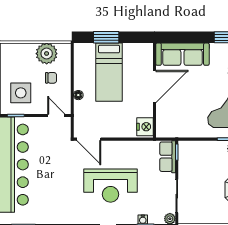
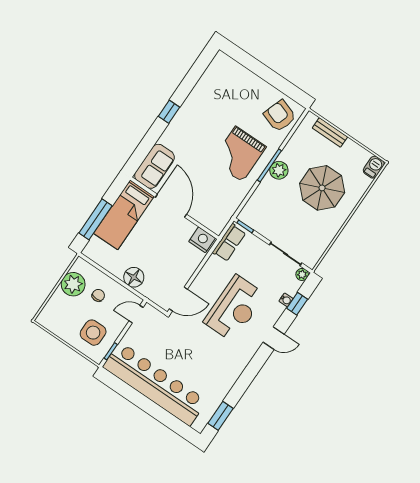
window: (106, 37) -> (96, 219), width x1.44
sofa: (182, 54) -> (154, 166), width x0.73
bed: (109, 72) -> (124, 215), moved, turned 90
floor lamp: (78, 95) -> (134, 277), width x1.89, depth x1.89
row of seats: (168, 157) -> (229, 242), moved, turned -90

